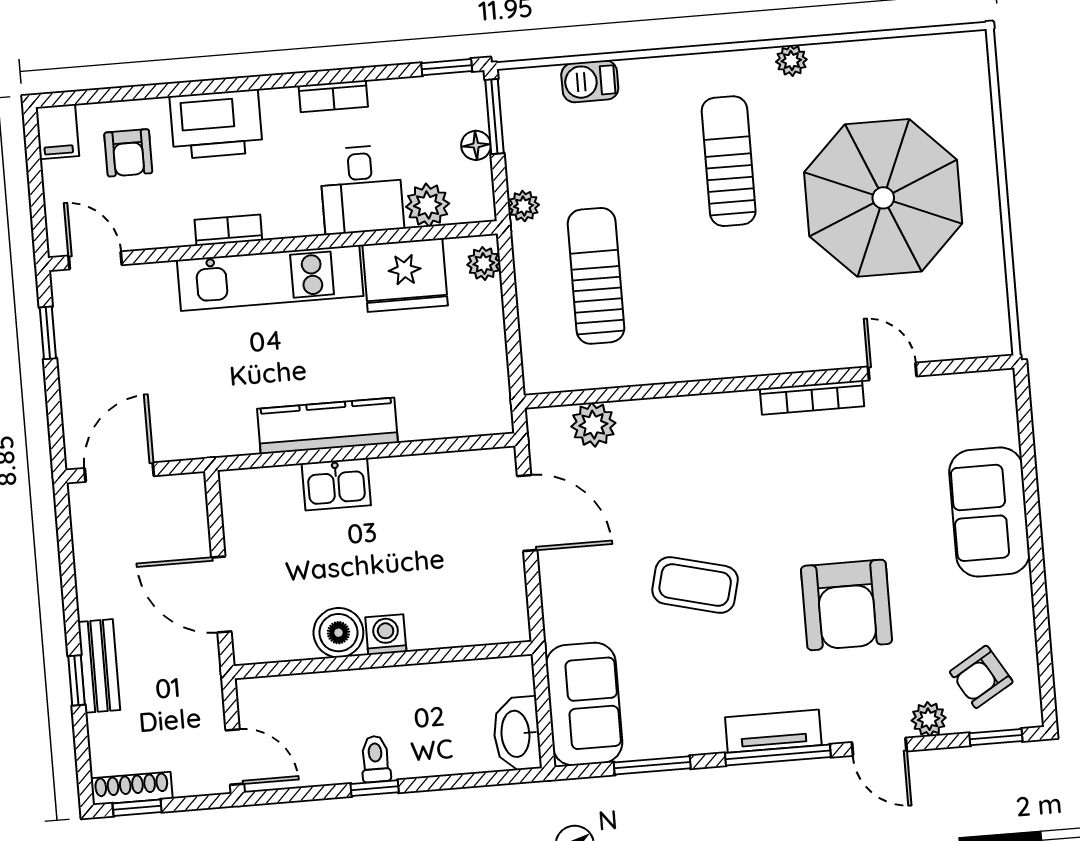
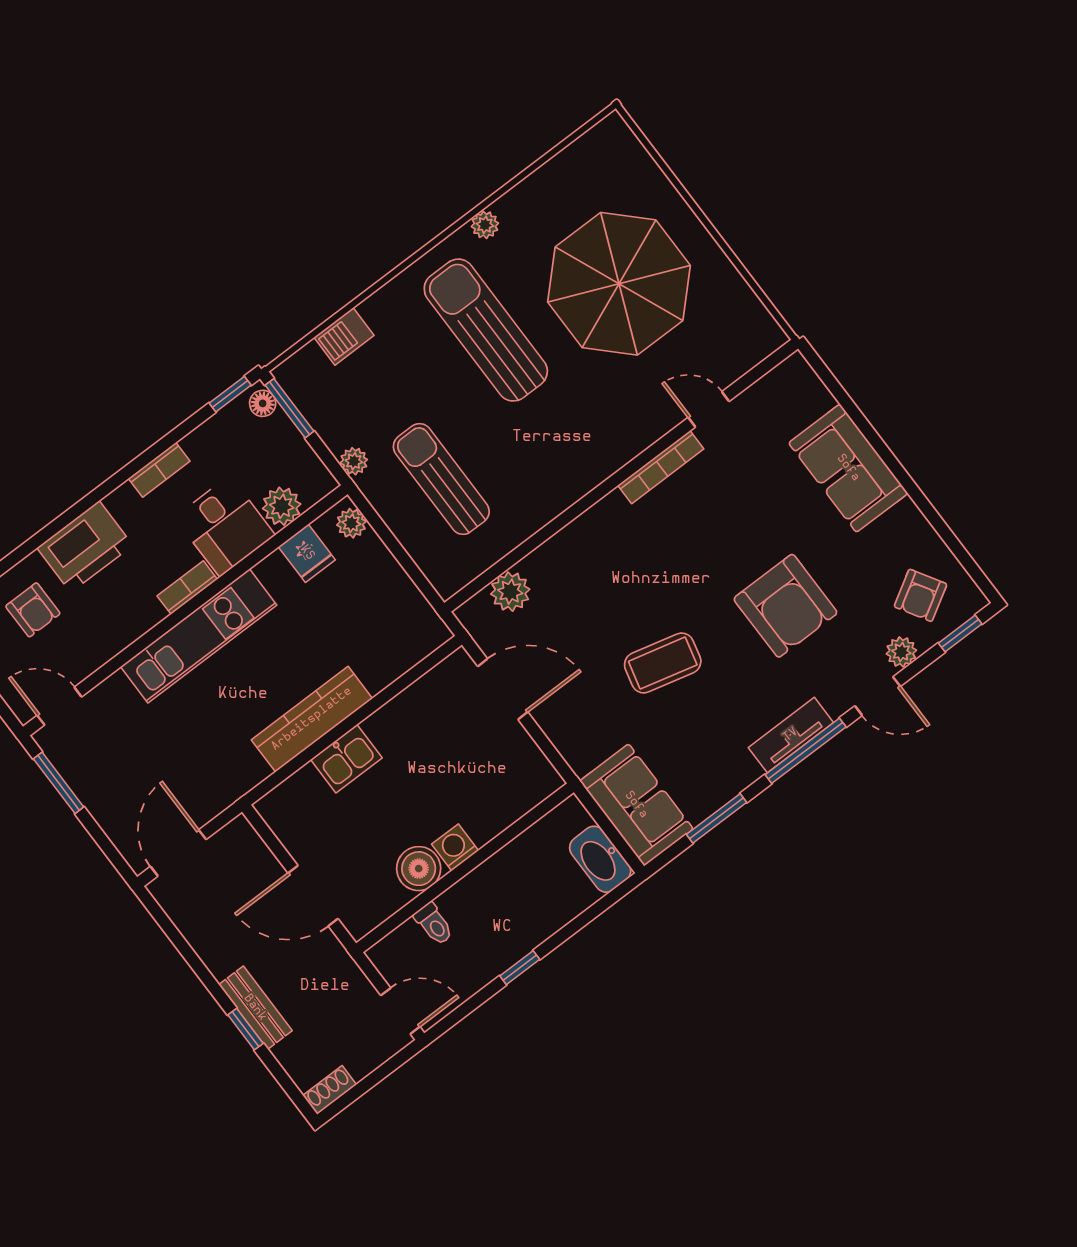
floor lamp: (476, 145) -> (263, 403), moved
sun lounger: (729, 161) -> (486, 330), width x1.36, depth x1.34
bookcase: (228, 230) -> (187, 588), moved
fridge: (405, 275) -> (307, 553), width x0.53, depth x0.75
window: (48, 333) -> (59, 783), width x1.50
toilet: (376, 759) -> (434, 924), moved, turned 180
shoe rack: (132, 788) -> (330, 1090), width x0.70
window: (137, 808) -> (351, 1095), removed

